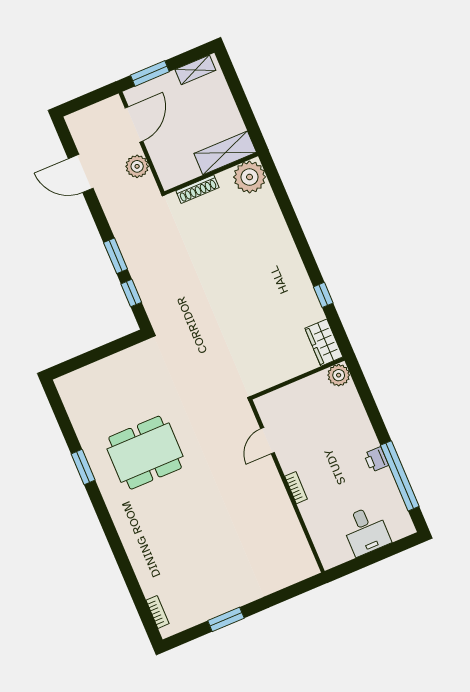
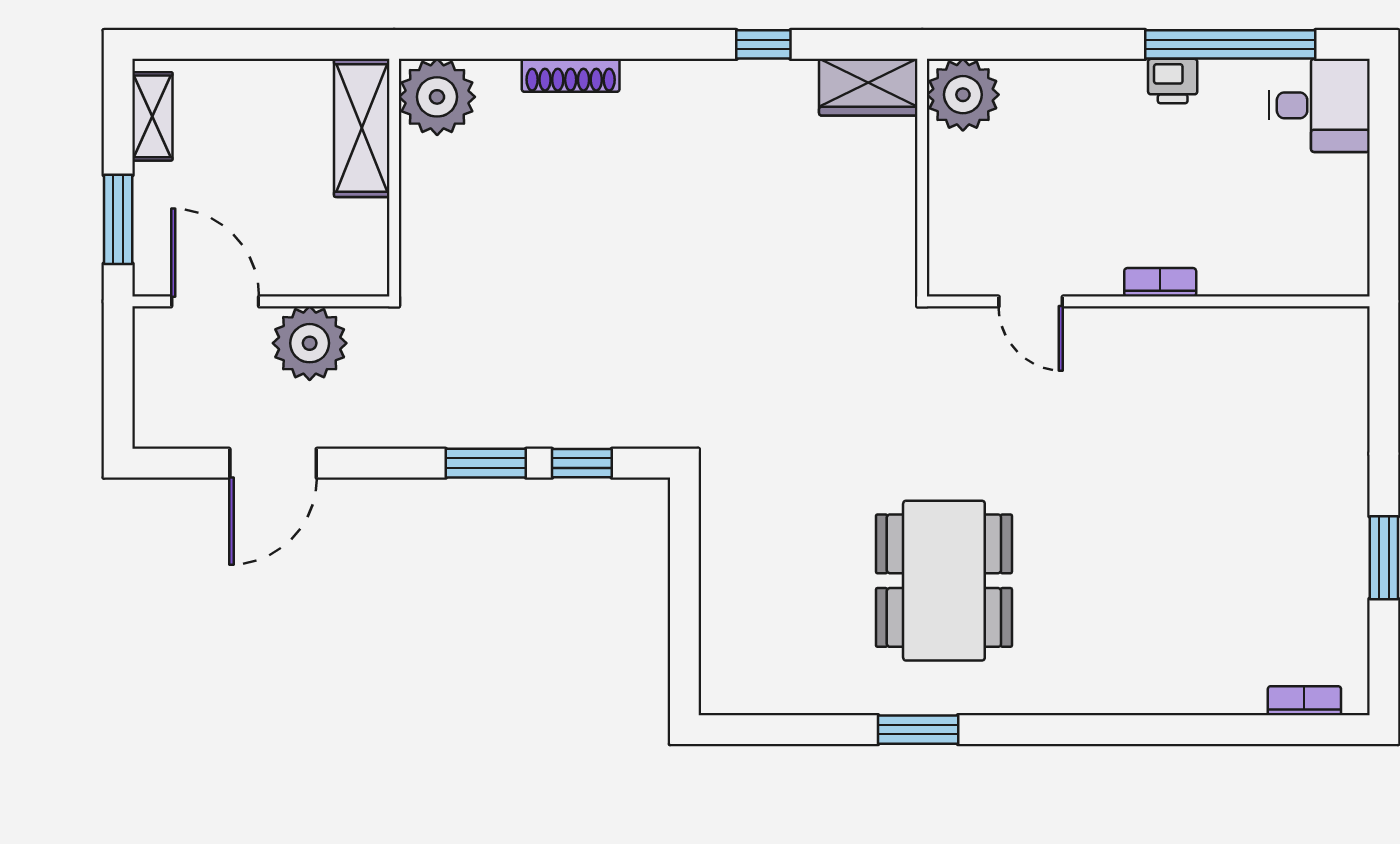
plant: (137, 166) -> (310, 343), width x1.36, depth x1.36
shoe rack: (197, 189) -> (571, 75), moved, turned 90
plant: (339, 375) -> (963, 95), width x1.36, depth x1.36
desk: (366, 531) -> (1319, 105), moved

